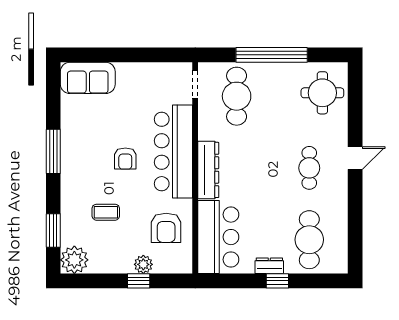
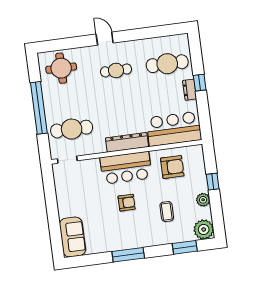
bar counter: (173, 151) -> (126, 168), width x0.73
plant: (143, 264) -> (203, 200), moved

